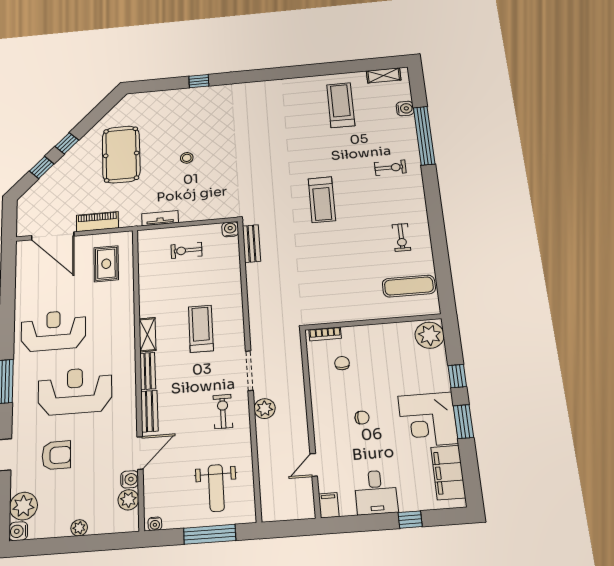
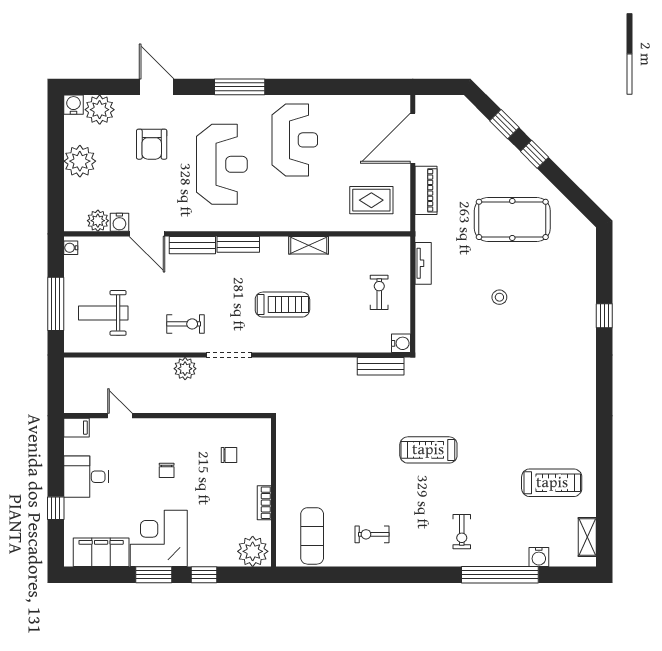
bookcase: (325, 334) -> (264, 503), moved
shelving: (147, 335) -> (309, 245), moved
plant: (79, 528) -> (80, 161), width x1.87, depth x1.87

